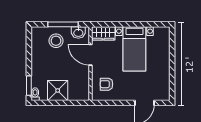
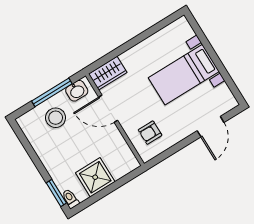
bed with nightstands: (134, 49) -> (184, 75), moved, turned 90

